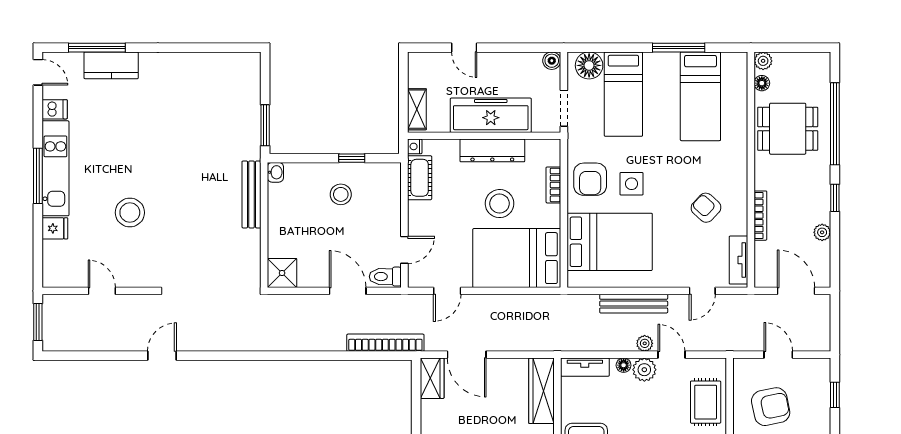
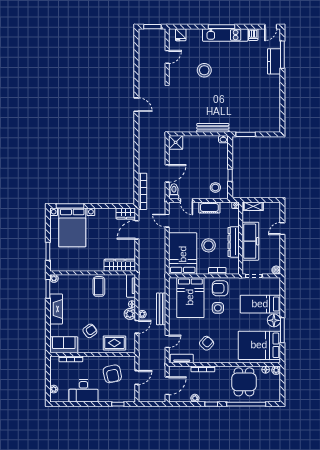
floor lamp: (589, 65) -> (274, 320), moved
bed: (700, 96) -> (259, 345), width x1.50
cot: (420, 178) -> (209, 207), moved
stool: (341, 194) -> (215, 187), moved
fridge: (55, 228) -> (181, 35), moved
door: (702, 291) -> (167, 341), swing flipped
door: (162, 356) -> (136, 105), moved

